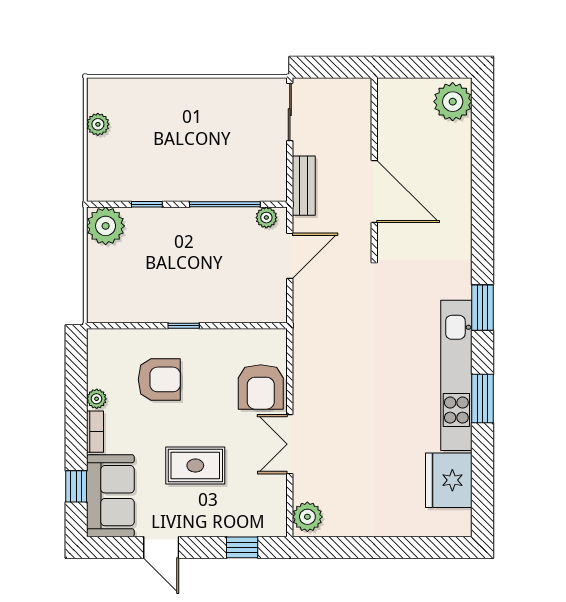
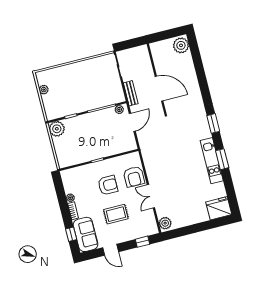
kitchen unit: (456, 375) -> (212, 161), width x0.73
armchair: (159, 379) -> (108, 185), moved
fridge: (449, 480) -> (219, 208), moved, turned 90

